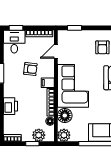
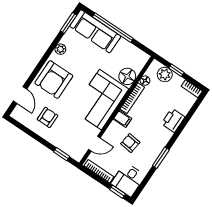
plant: (64, 135) -> (141, 58), removed

